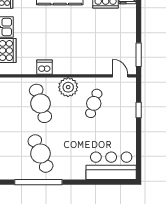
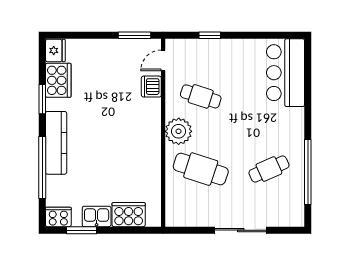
dishwasher: (44, 67) -> (151, 87), moved
cafe table: (40, 103) -> (201, 169), turned 36
cafe table: (40, 154) -> (269, 169), width x0.73, depth x0.74

